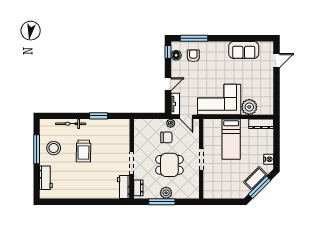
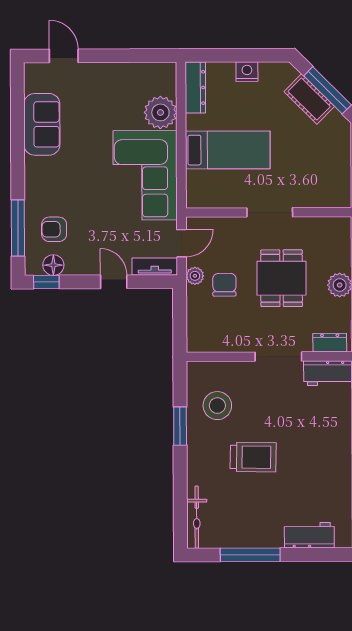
bicycle: (71, 124) -> (197, 517), moved
stool: (54, 148) -> (217, 406), moved
nightstand: (269, 159) -> (247, 72), moved

